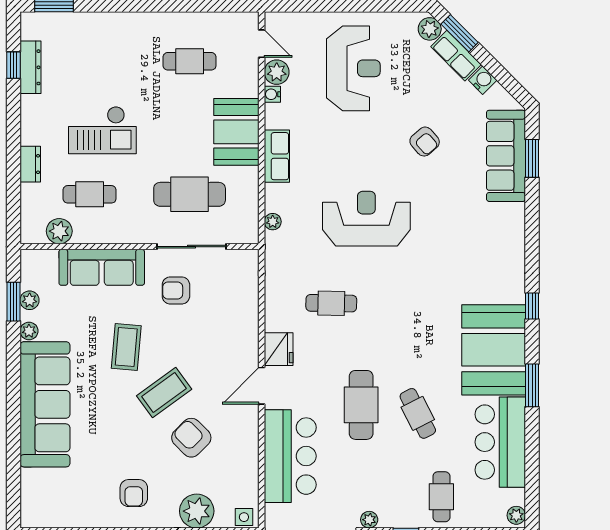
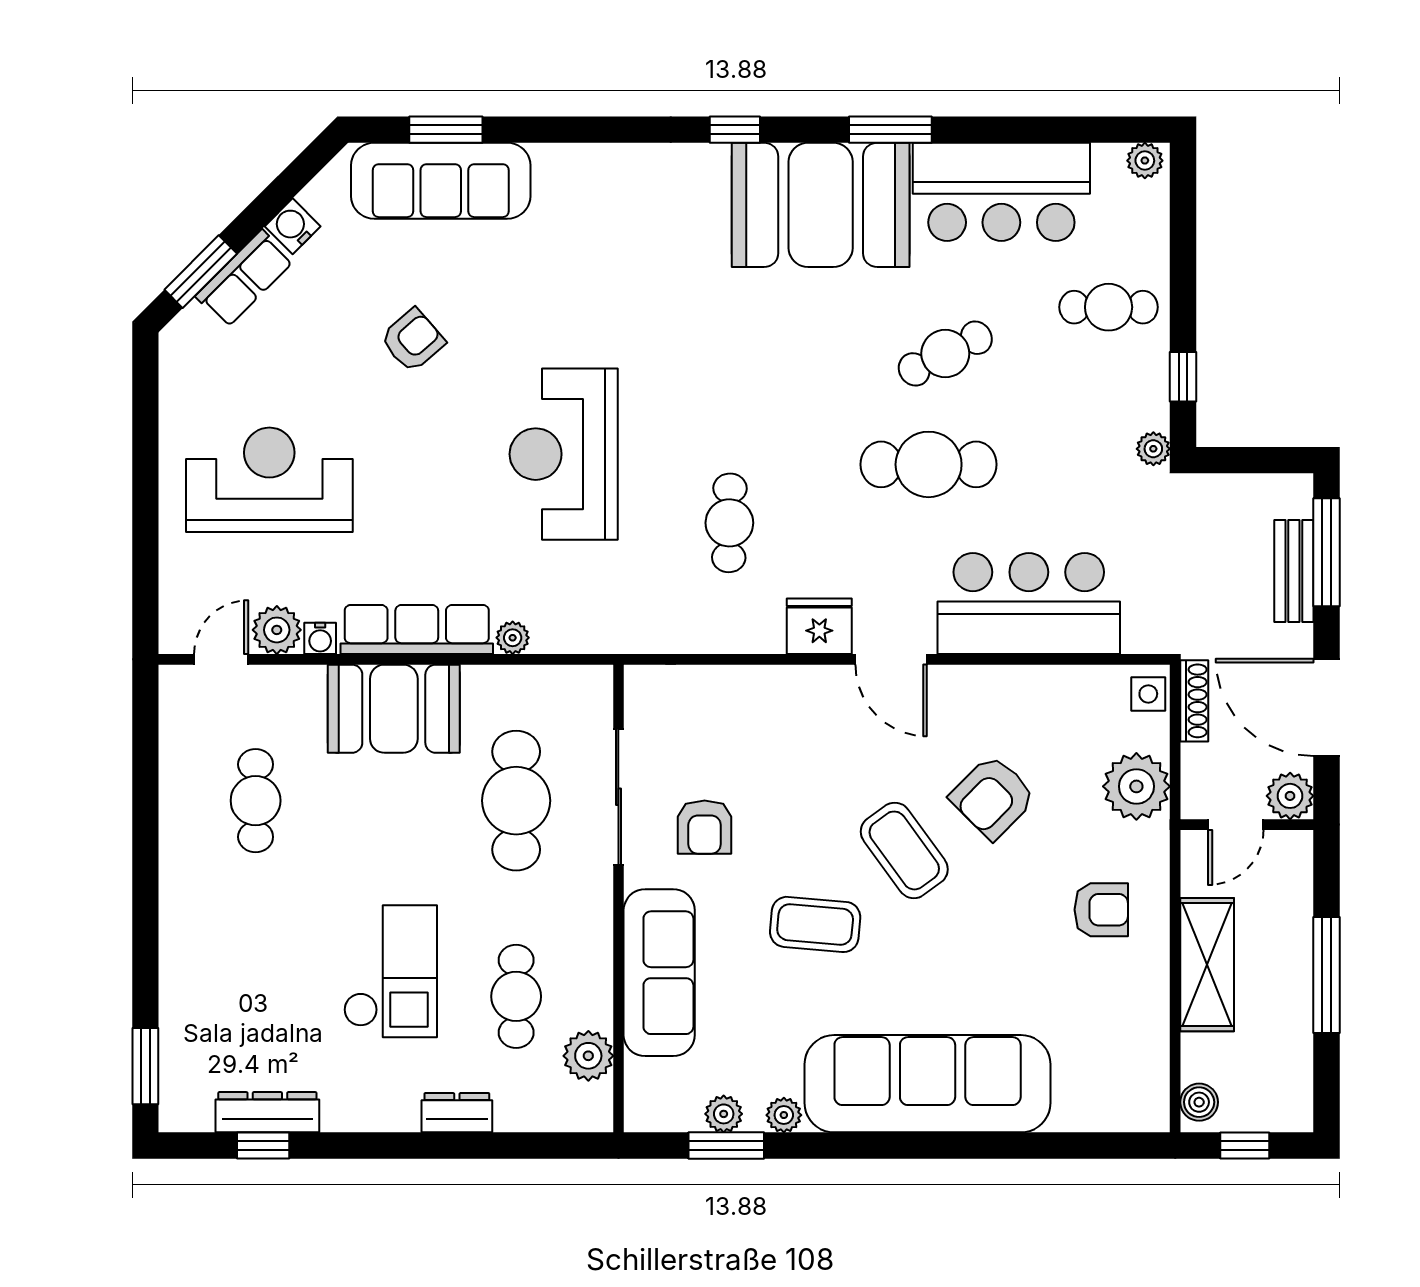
plant: (430, 29) -> (192, 330), removed
row of seats: (277, 156) -> (417, 630), width x1.48
plant: (273, 222) -> (513, 638), moved

